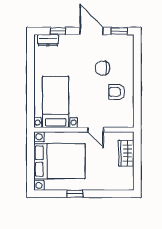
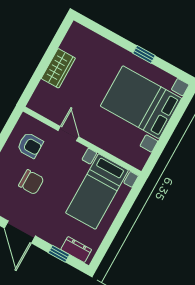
bed with nightstands: (56, 102) -> (97, 192), moved
wall: (84, 130) -> (82, 141), moved
door: (96, 130) -> (68, 134), moved

